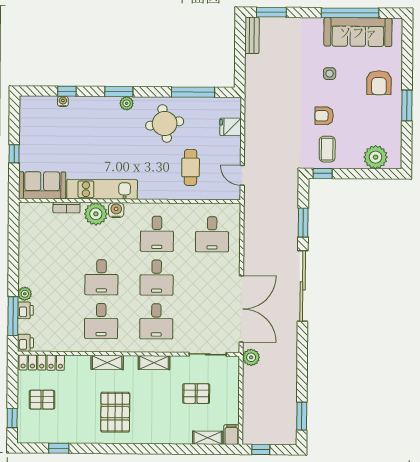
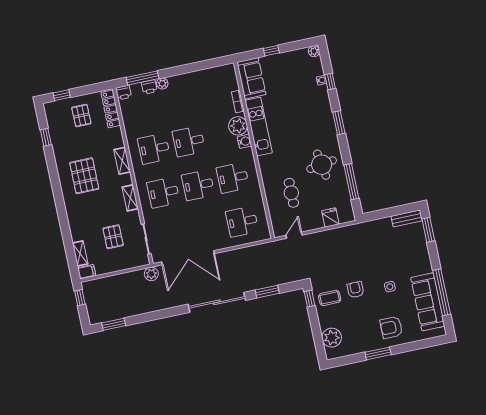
plant: (127, 103) -> (314, 51), moved
cafe table: (191, 167) -> (291, 193), turned 90
pallet: (115, 412) -> (84, 176), turned 90

